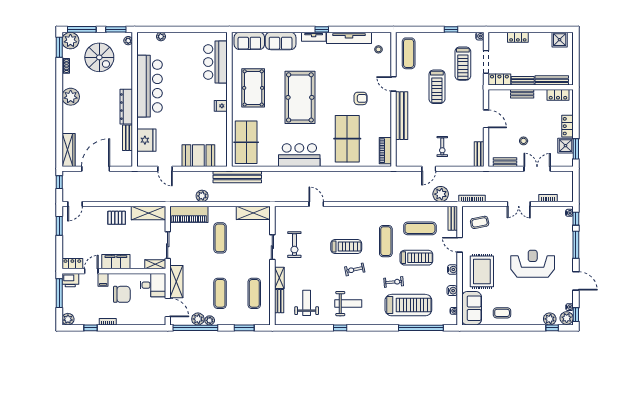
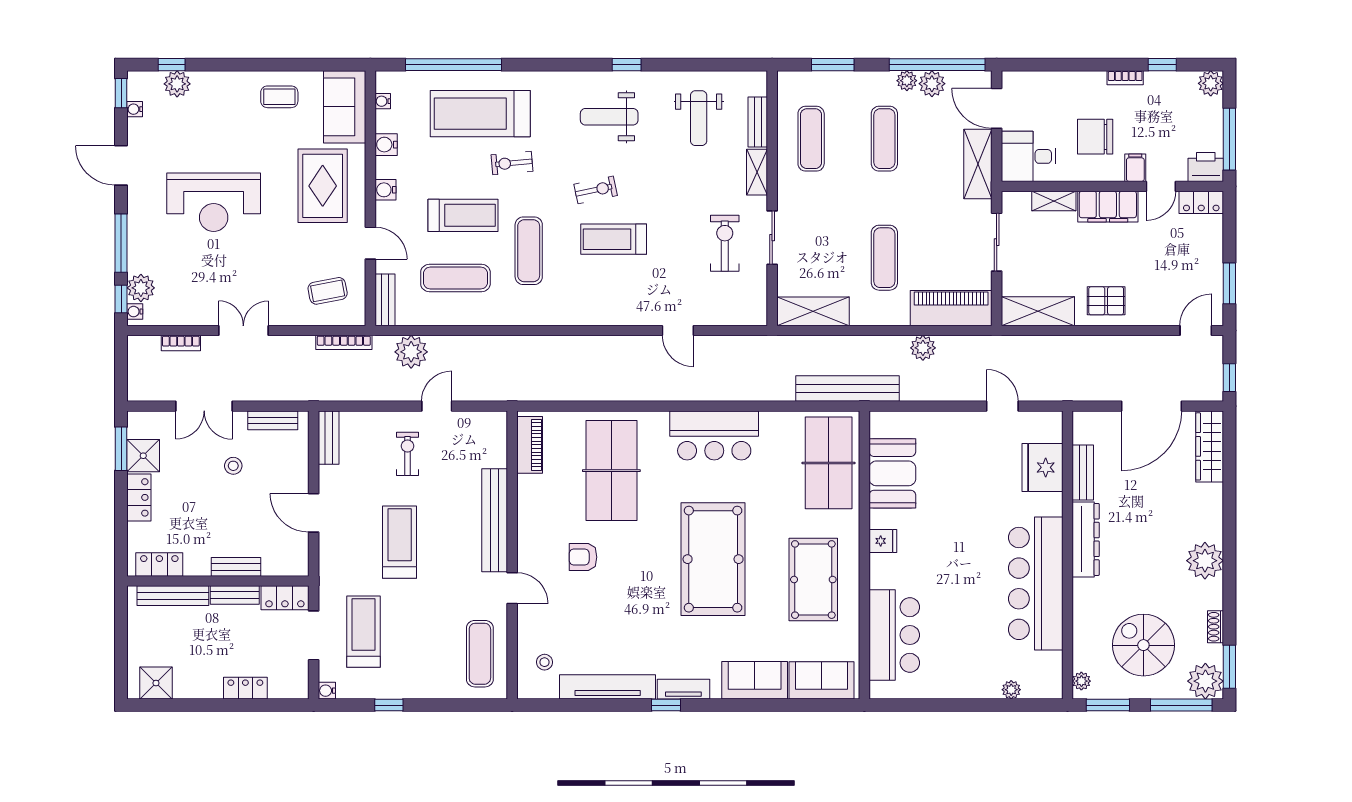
treadmill: (437, 87) -> (400, 542), moved
booth: (198, 156) -> (892, 473), moved, turned 90
treadmill: (416, 258) -> (463, 215), turned 180
shelving: (155, 264) -> (1054, 201), moved
plant: (567, 318) -> (141, 288), moved

